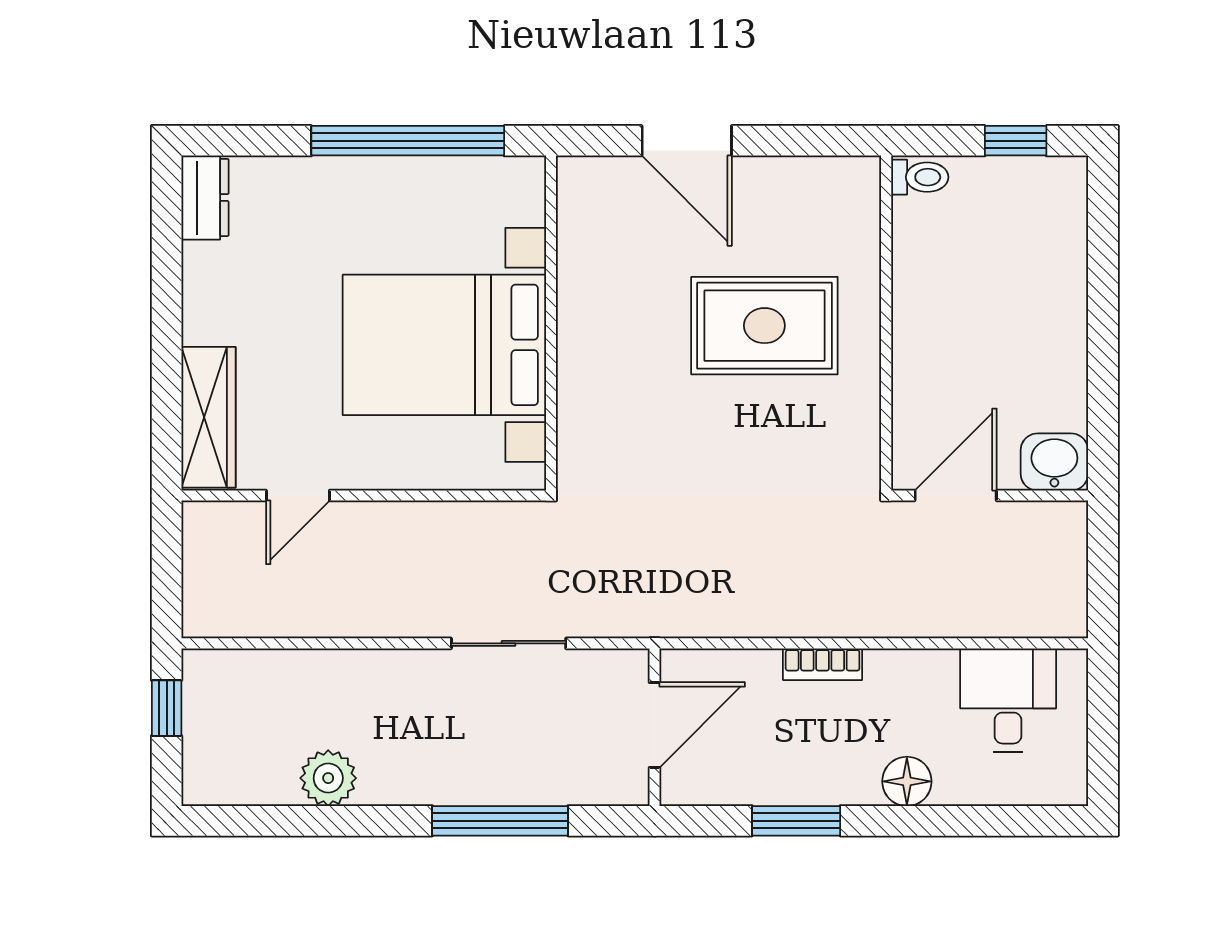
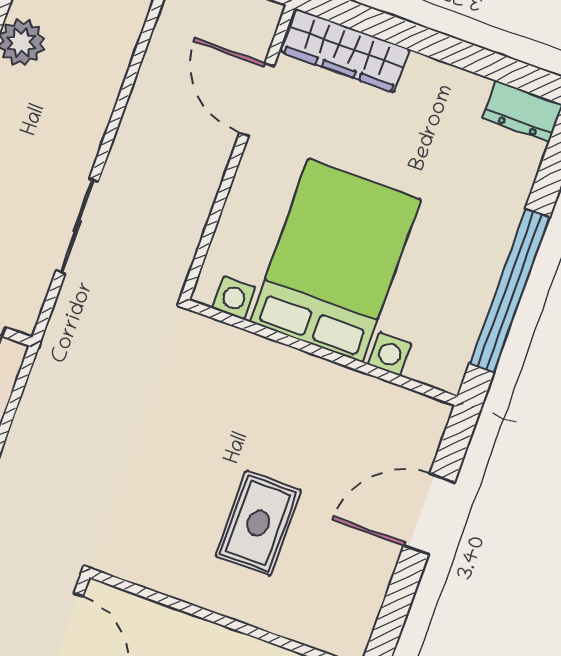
rug: (764, 326) -> (258, 523), width x0.73, depth x0.70
door: (298, 496) -> (257, 100), width x1.38

